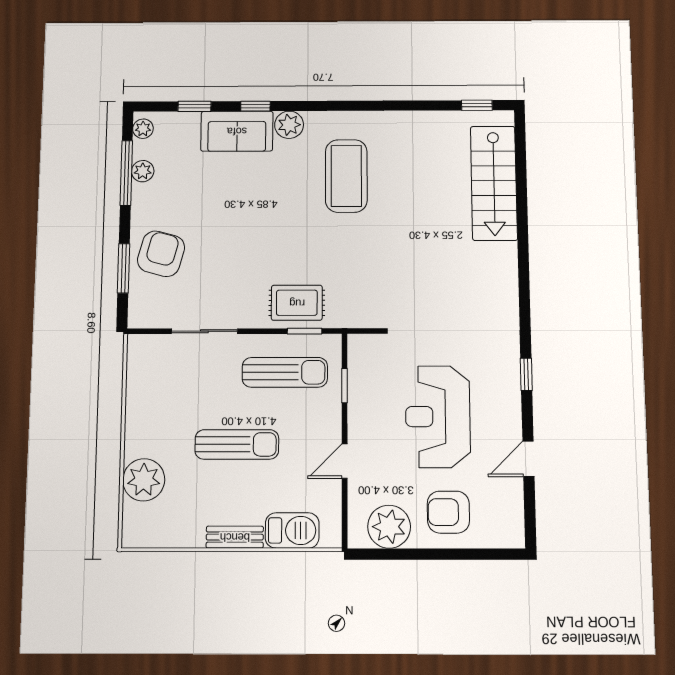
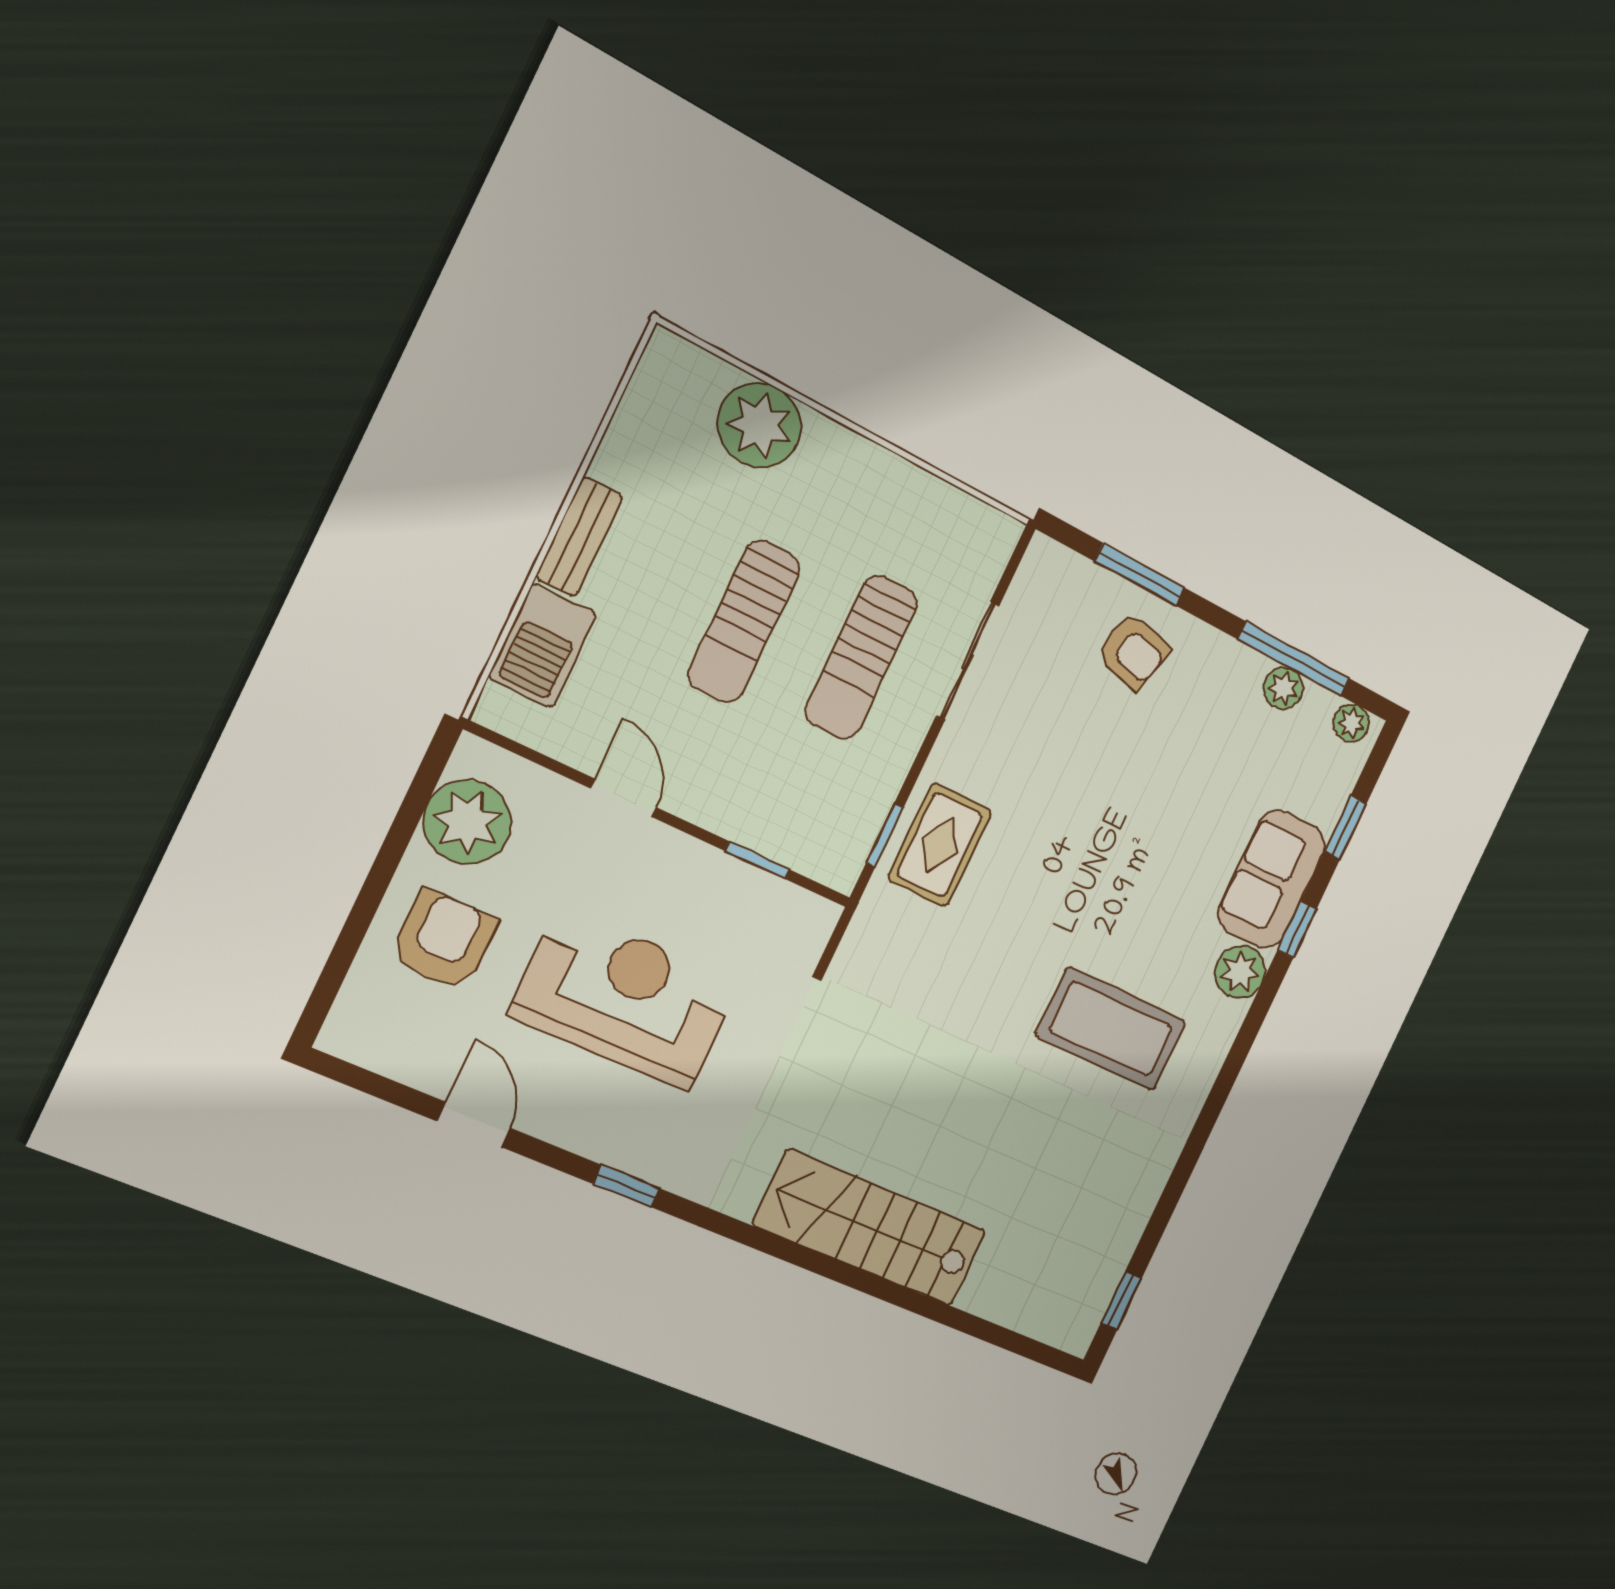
stairs: (494, 183) -> (870, 1228), moved
armchair: (161, 254) -> (1133, 651), width x0.72, depth x0.72
sun lounger: (285, 372) -> (861, 657), moved

